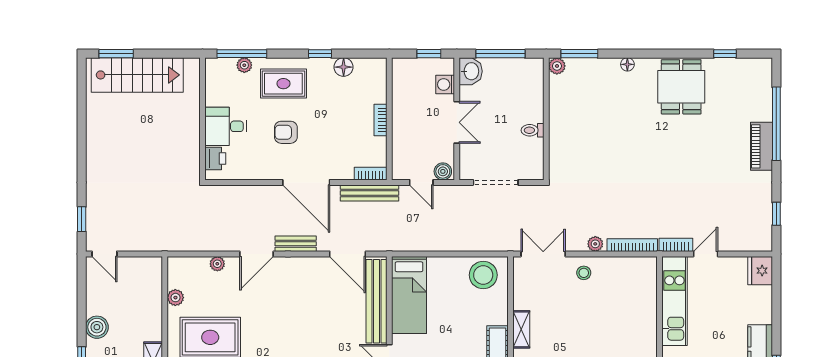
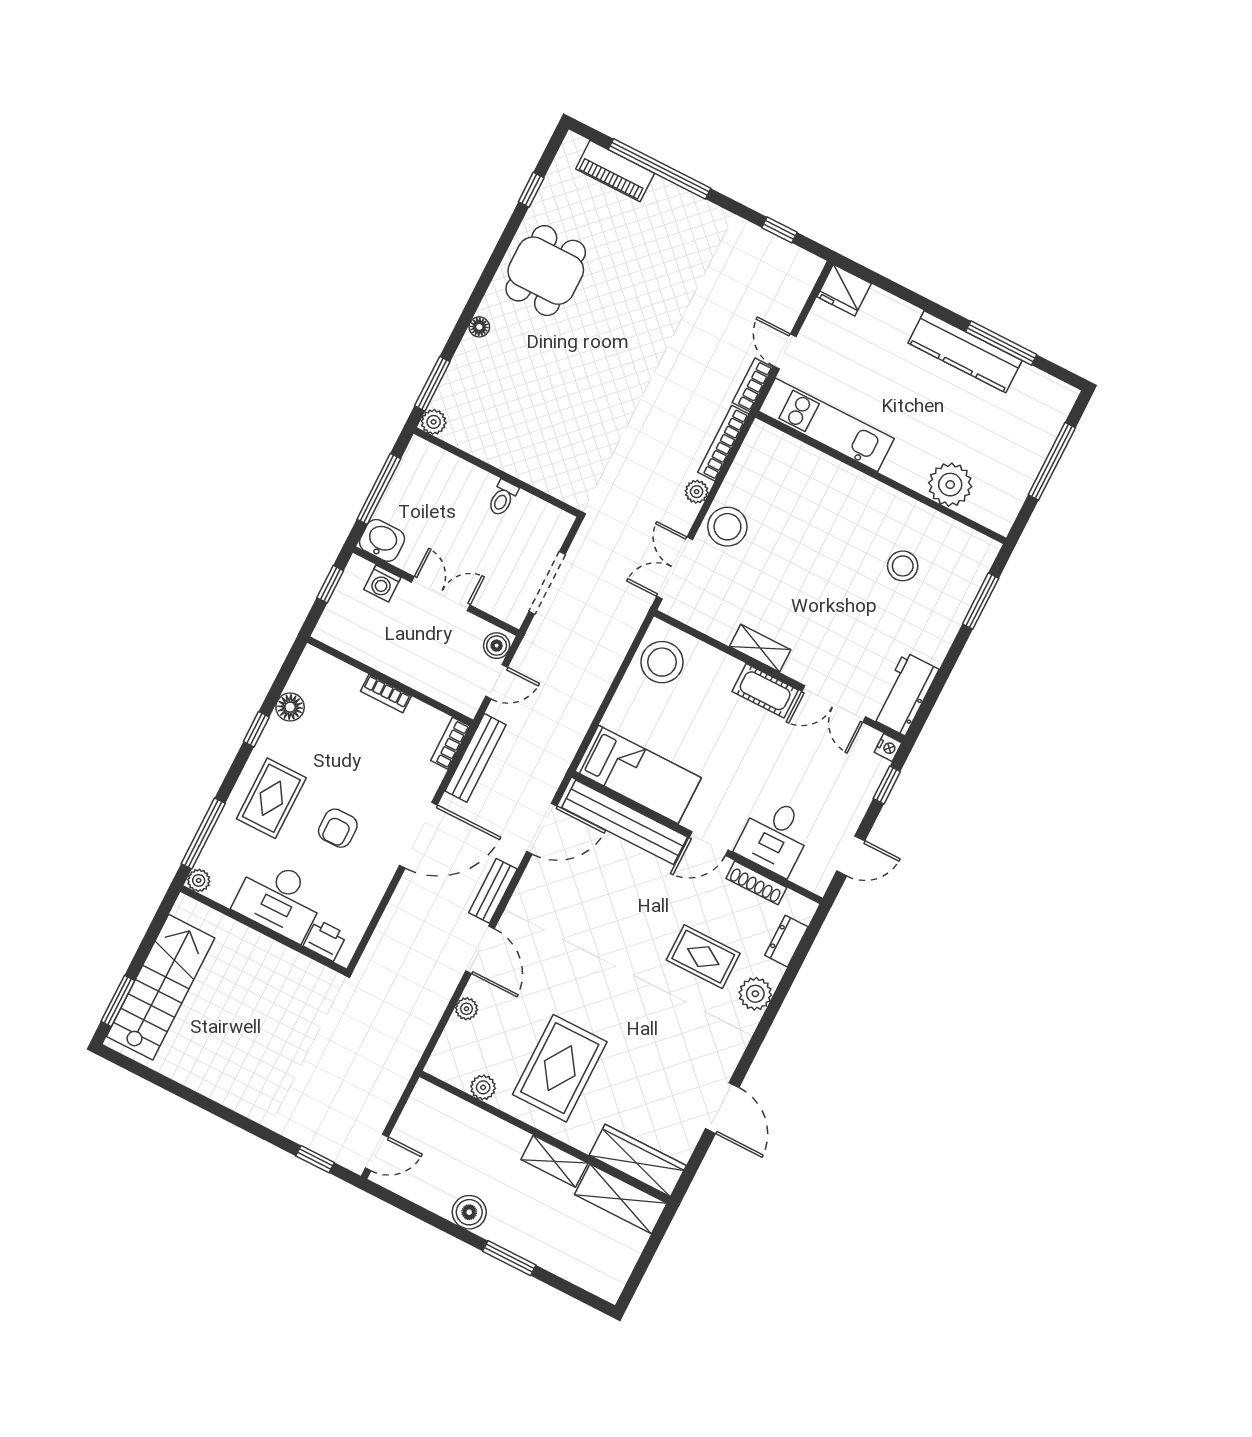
plant: (244, 65) -> (199, 880), moved
dining table: (681, 87) -> (546, 271), turned 90
desk: (226, 126) -> (279, 899), width x1.37
piano: (762, 146) -> (615, 171), moved
stool: (584, 273) -> (727, 527), width x1.89, depth x1.89

